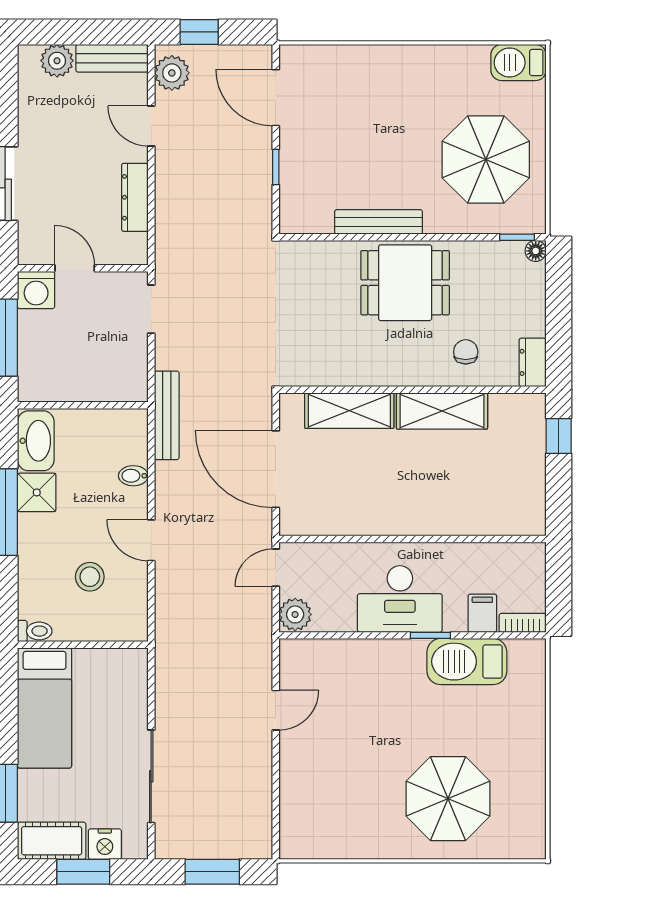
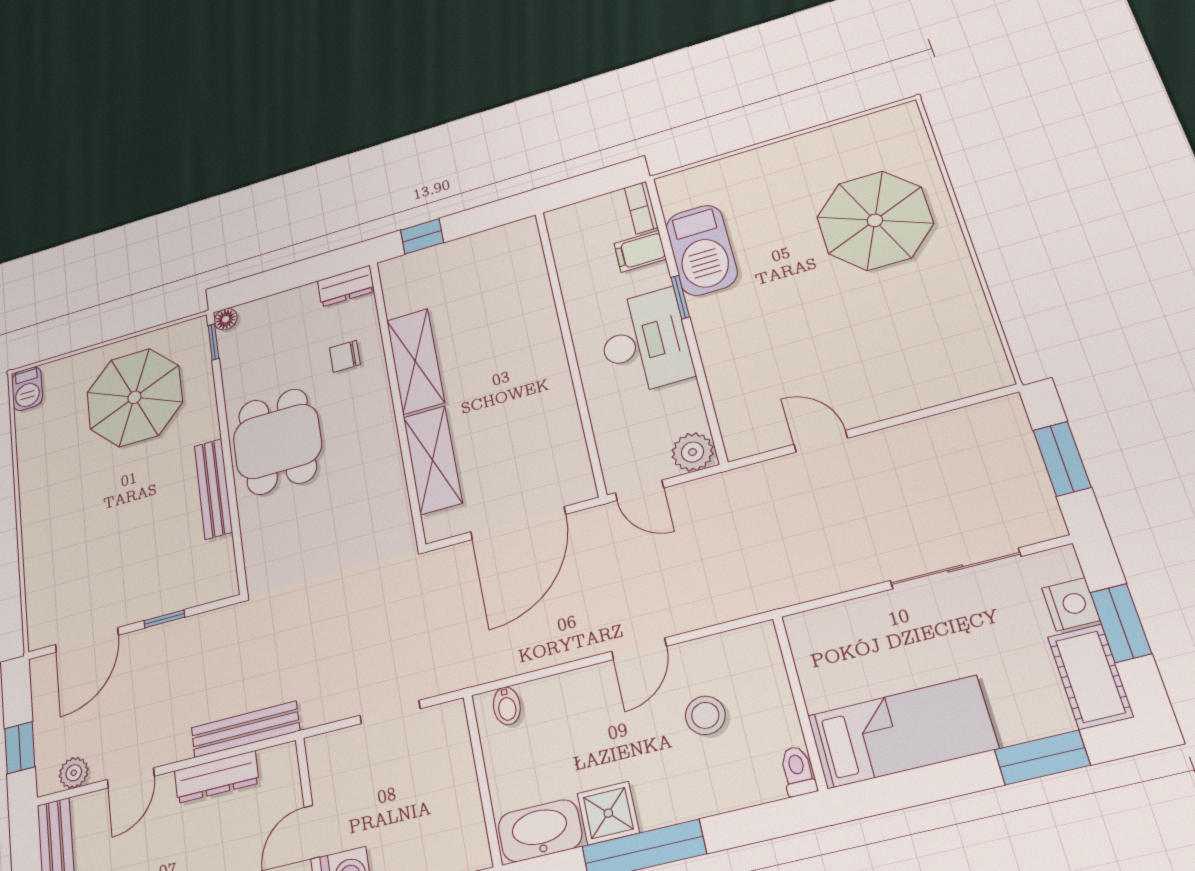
barbecue: (519, 63) -> (27, 389), width x0.73, depth x0.79
plant: (172, 73) -> (74, 773), width x0.73, depth x0.73
doorway: (151, 309) -> (390, 712), moved
bench: (167, 415) -> (245, 729), moved
bidet: (133, 476) -> (507, 706), moved

